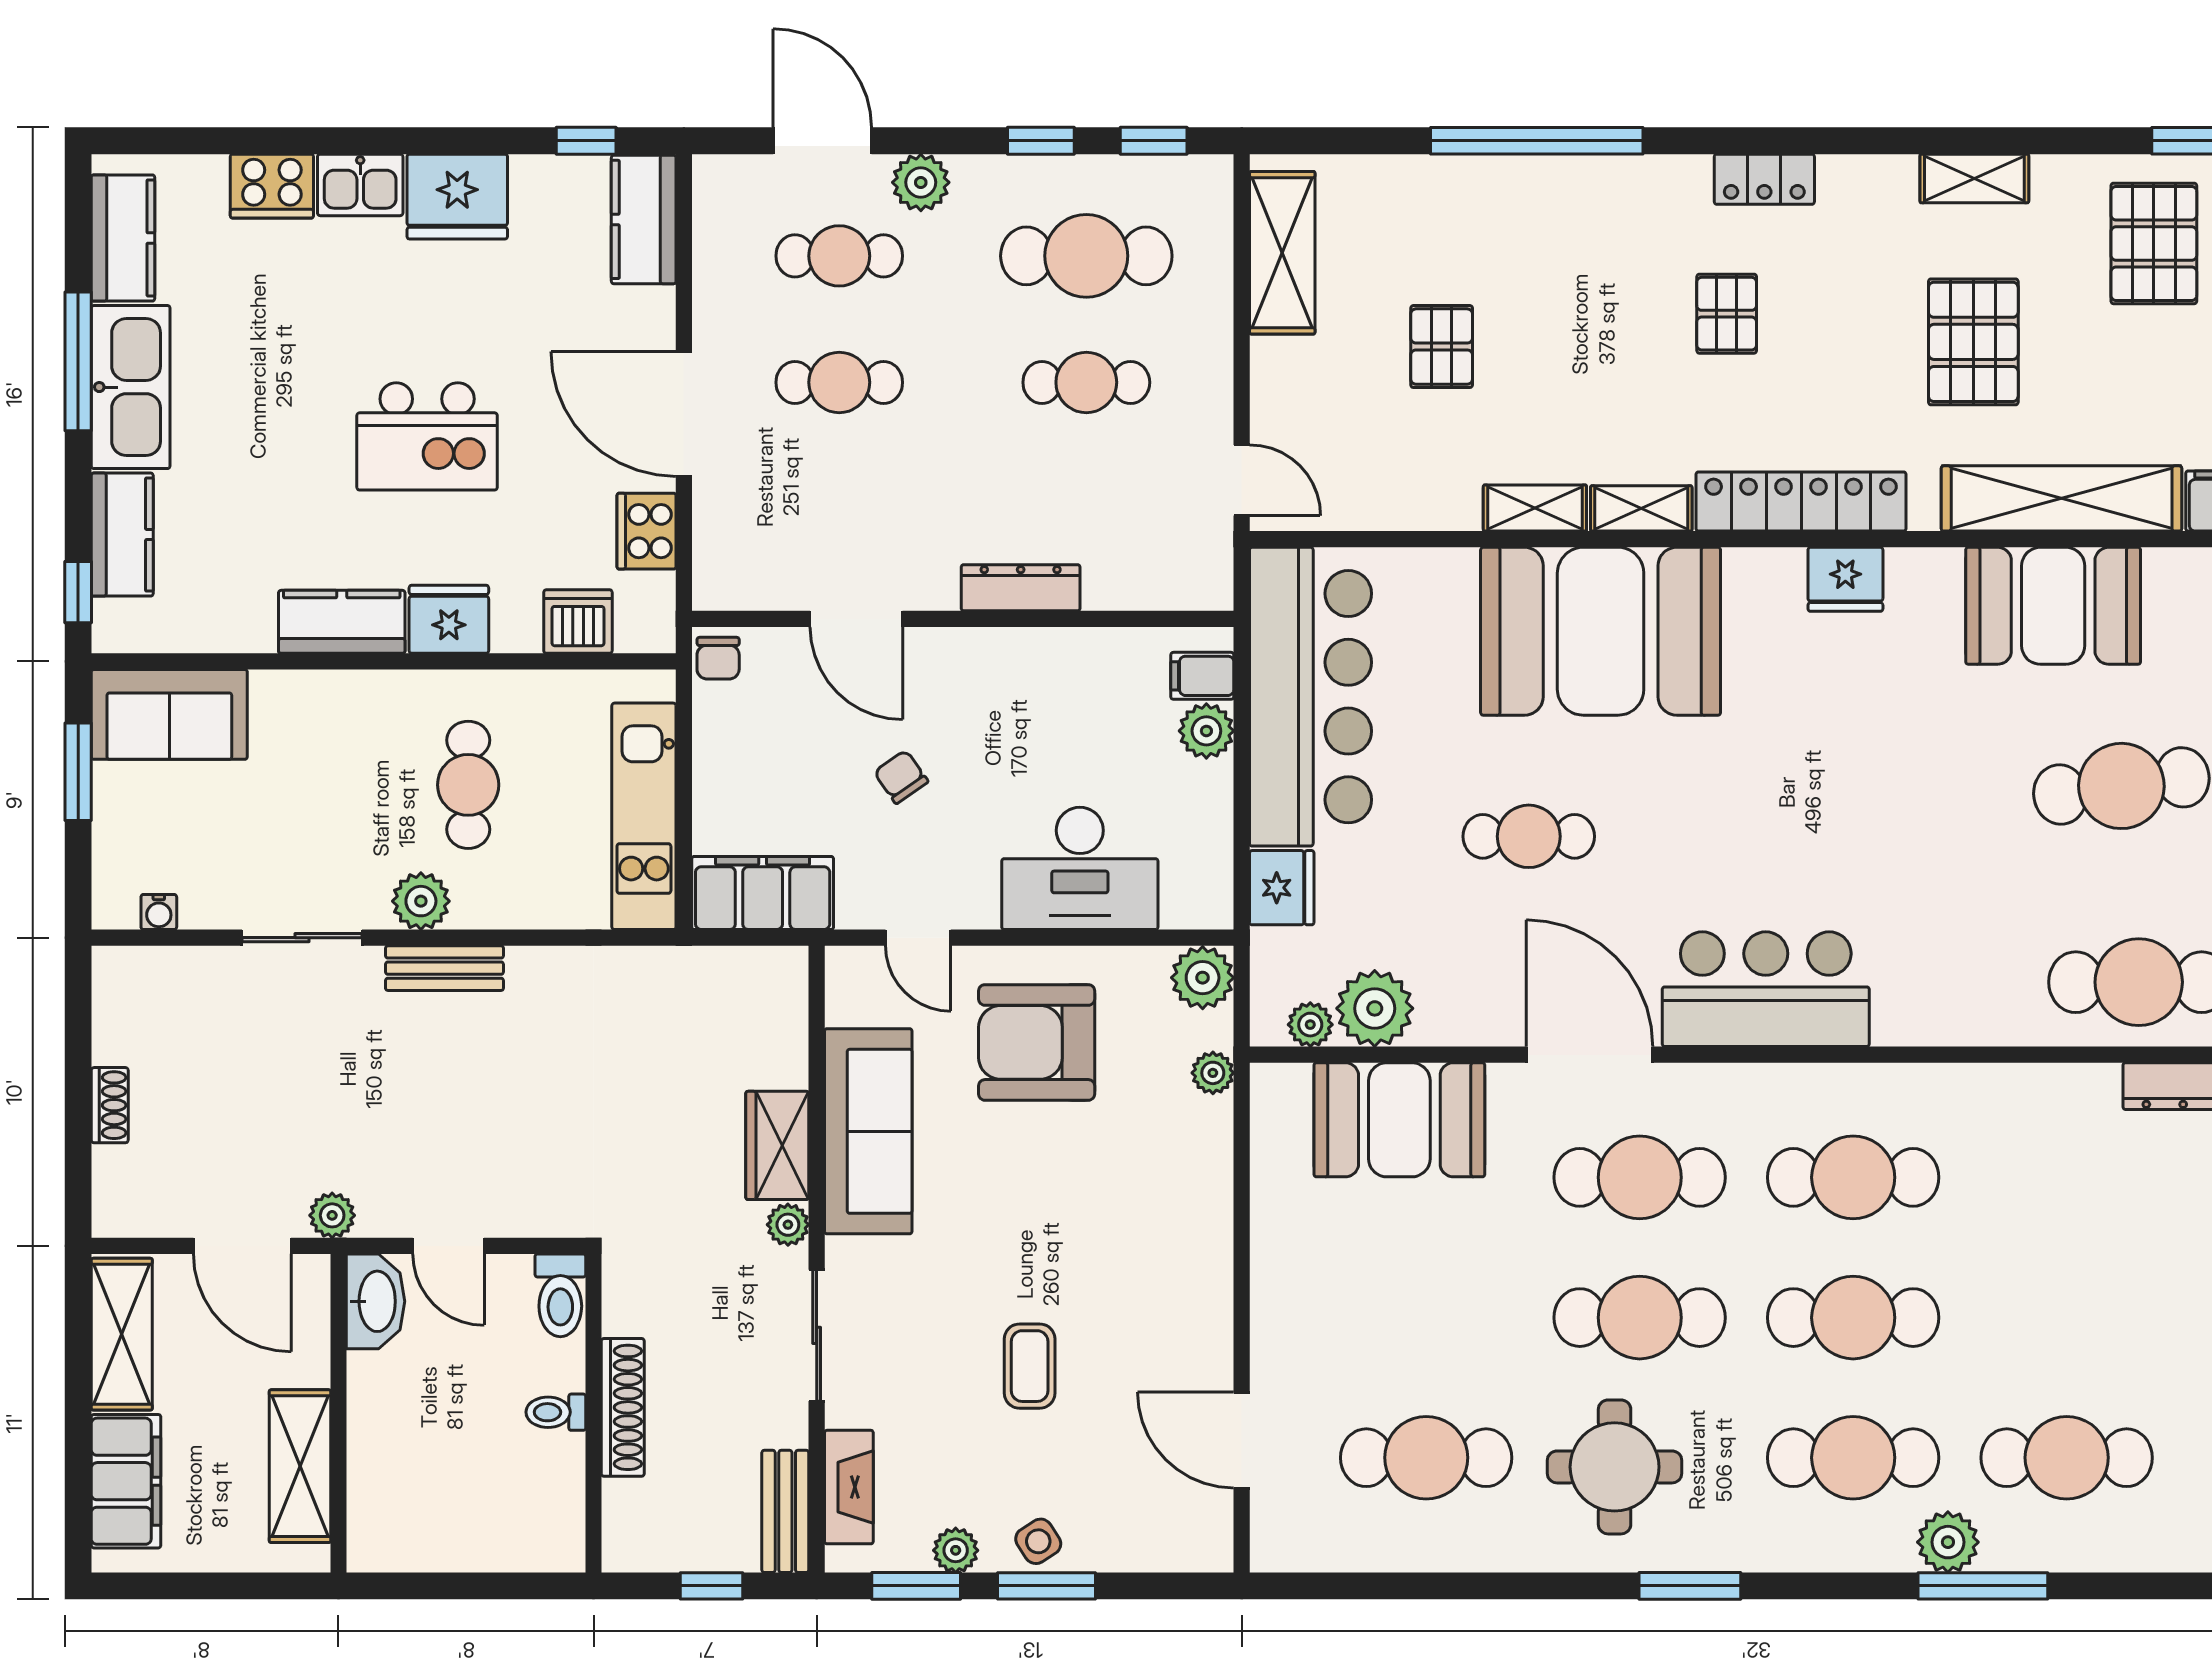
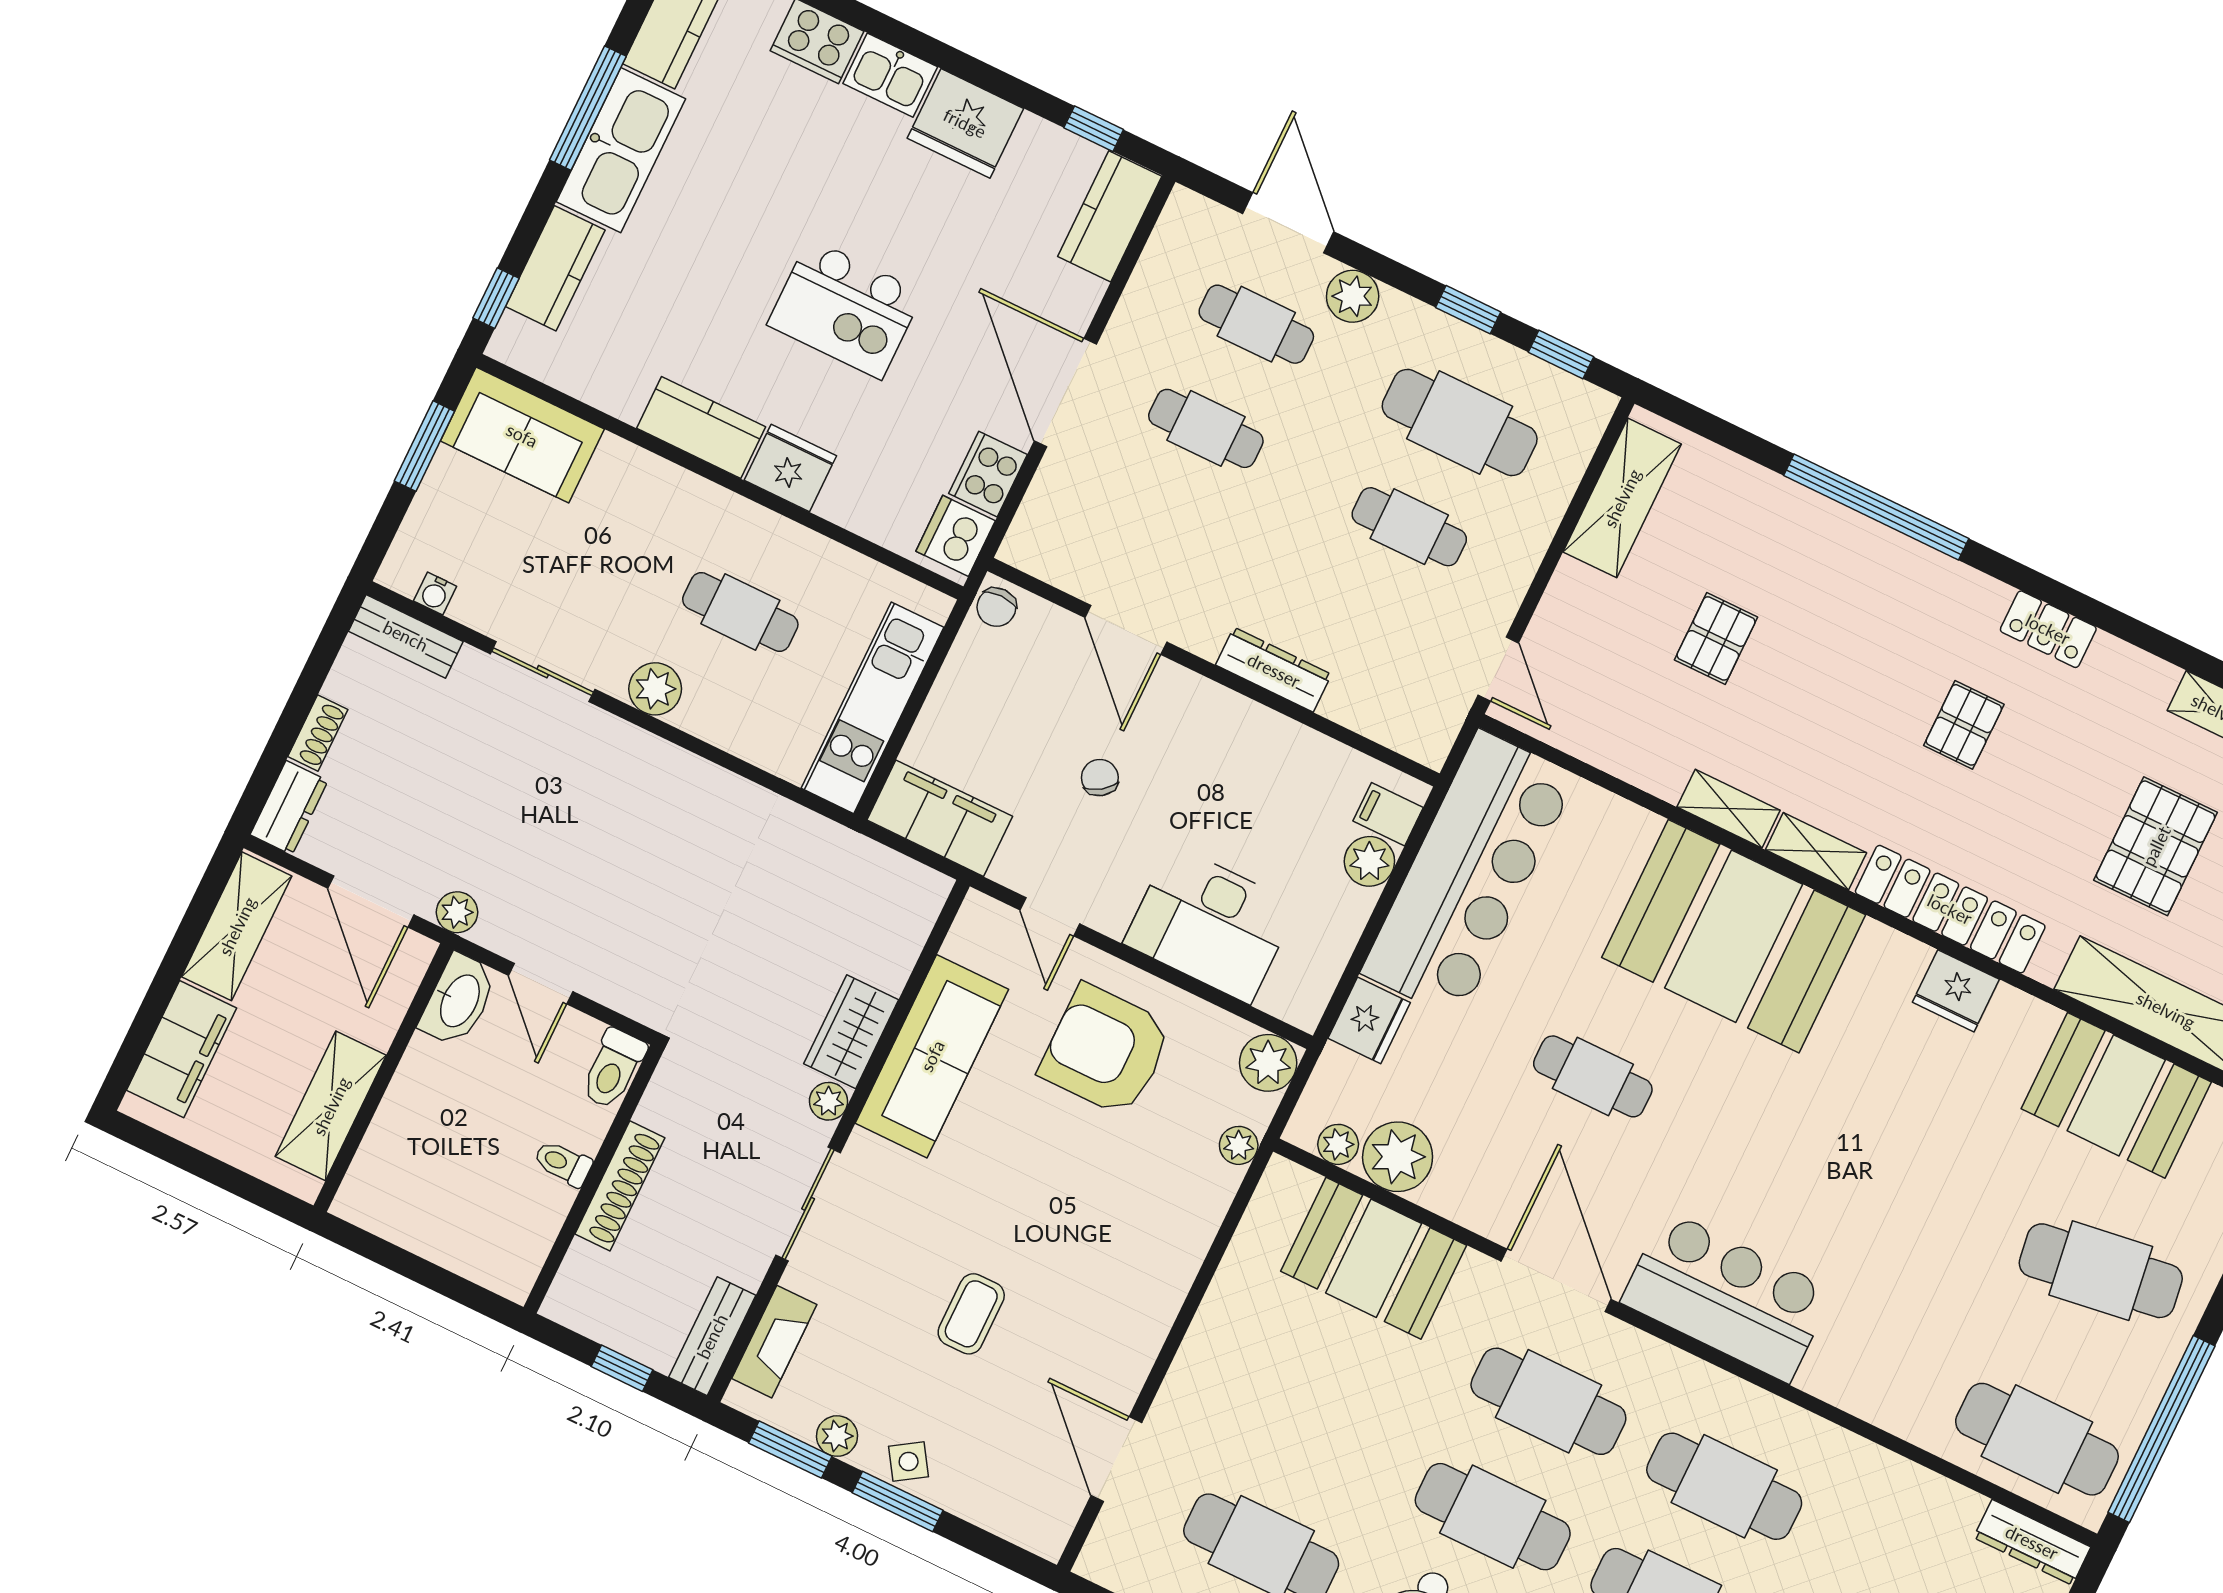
dishwasher: (578, 622) -> (956, 536), moved, turned -90
cafe table: (468, 785) -> (740, 612), turned 90
bench: (444, 968) -> (406, 636), moved
dresser: (117, 1192) -> (289, 808), added

